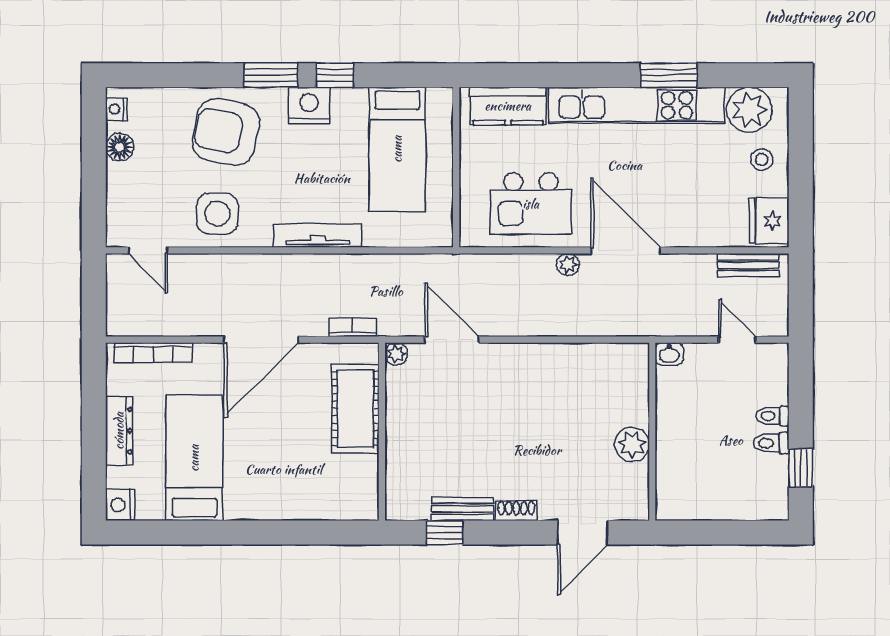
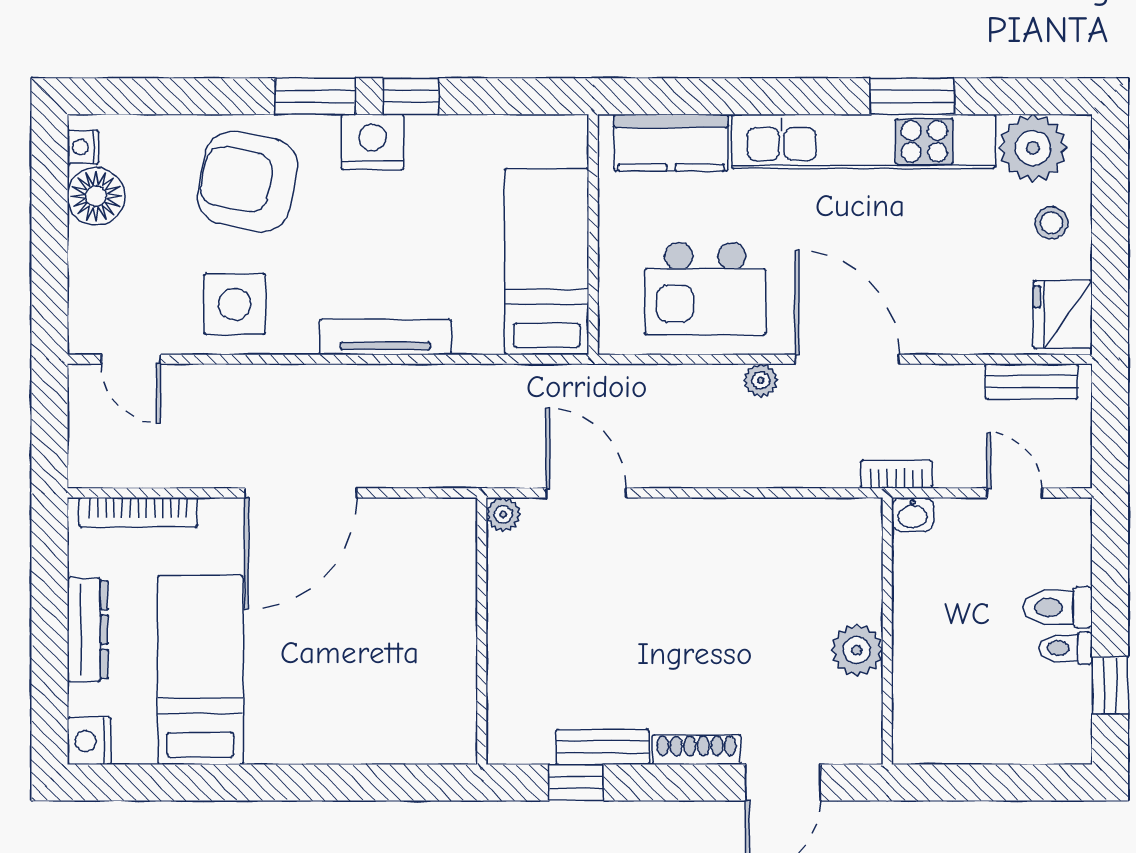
floor lamp: (120, 147) -> (96, 196), width x1.38, depth x1.38
bed: (397, 149) -> (547, 262), moved, turned 180
bookcase: (352, 327) -> (896, 474), moved
cot: (355, 409) -> (442, 596), removed
toilet: (772, 416) -> (1058, 608), width x1.37, depth x1.39
shoe rack: (516, 511) -> (697, 750), width x1.43

